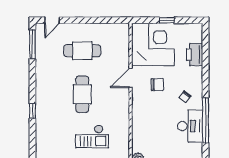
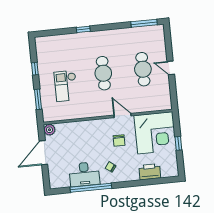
door: (52, 20) -> (171, 68), moved
cafe table: (82, 94) -> (103, 73), turned 90

